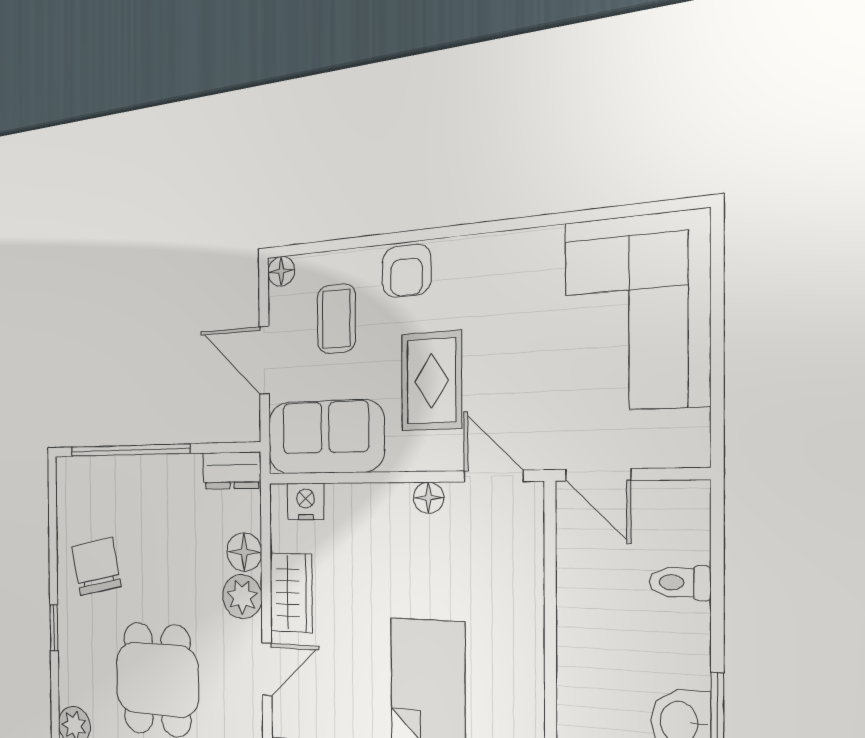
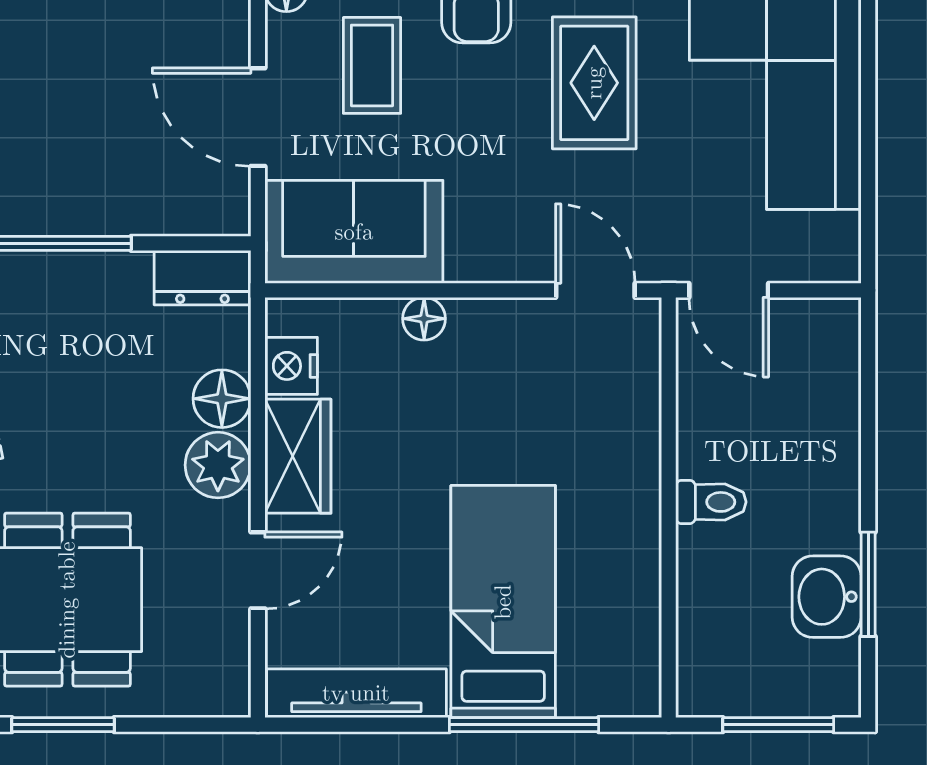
rug: (431, 381) -> (594, 83), moved
floor lamp: (428, 498) -> (424, 319), moved
nightstand: (306, 501) -> (291, 366), moved, turned -90
toilet: (680, 582) -> (711, 502), moved, turned 180

